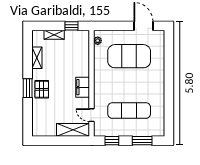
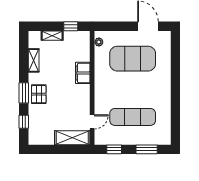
filing cabinet: (83, 87) -> (83, 73), moved
window: (28, 115) -> (24, 122), added
door: (91, 115) -> (92, 122), swing flipped

